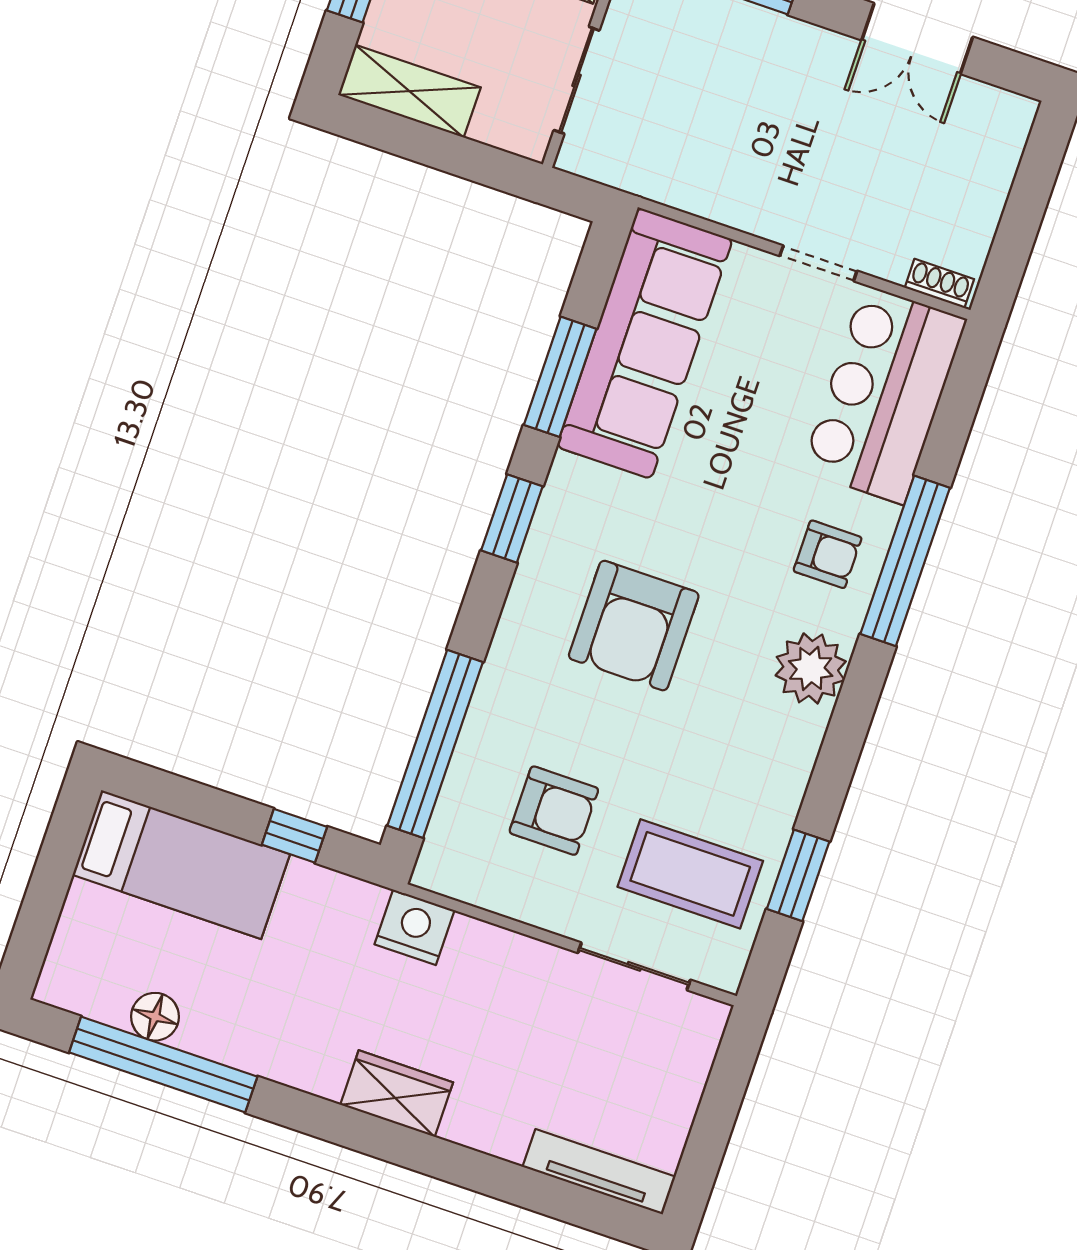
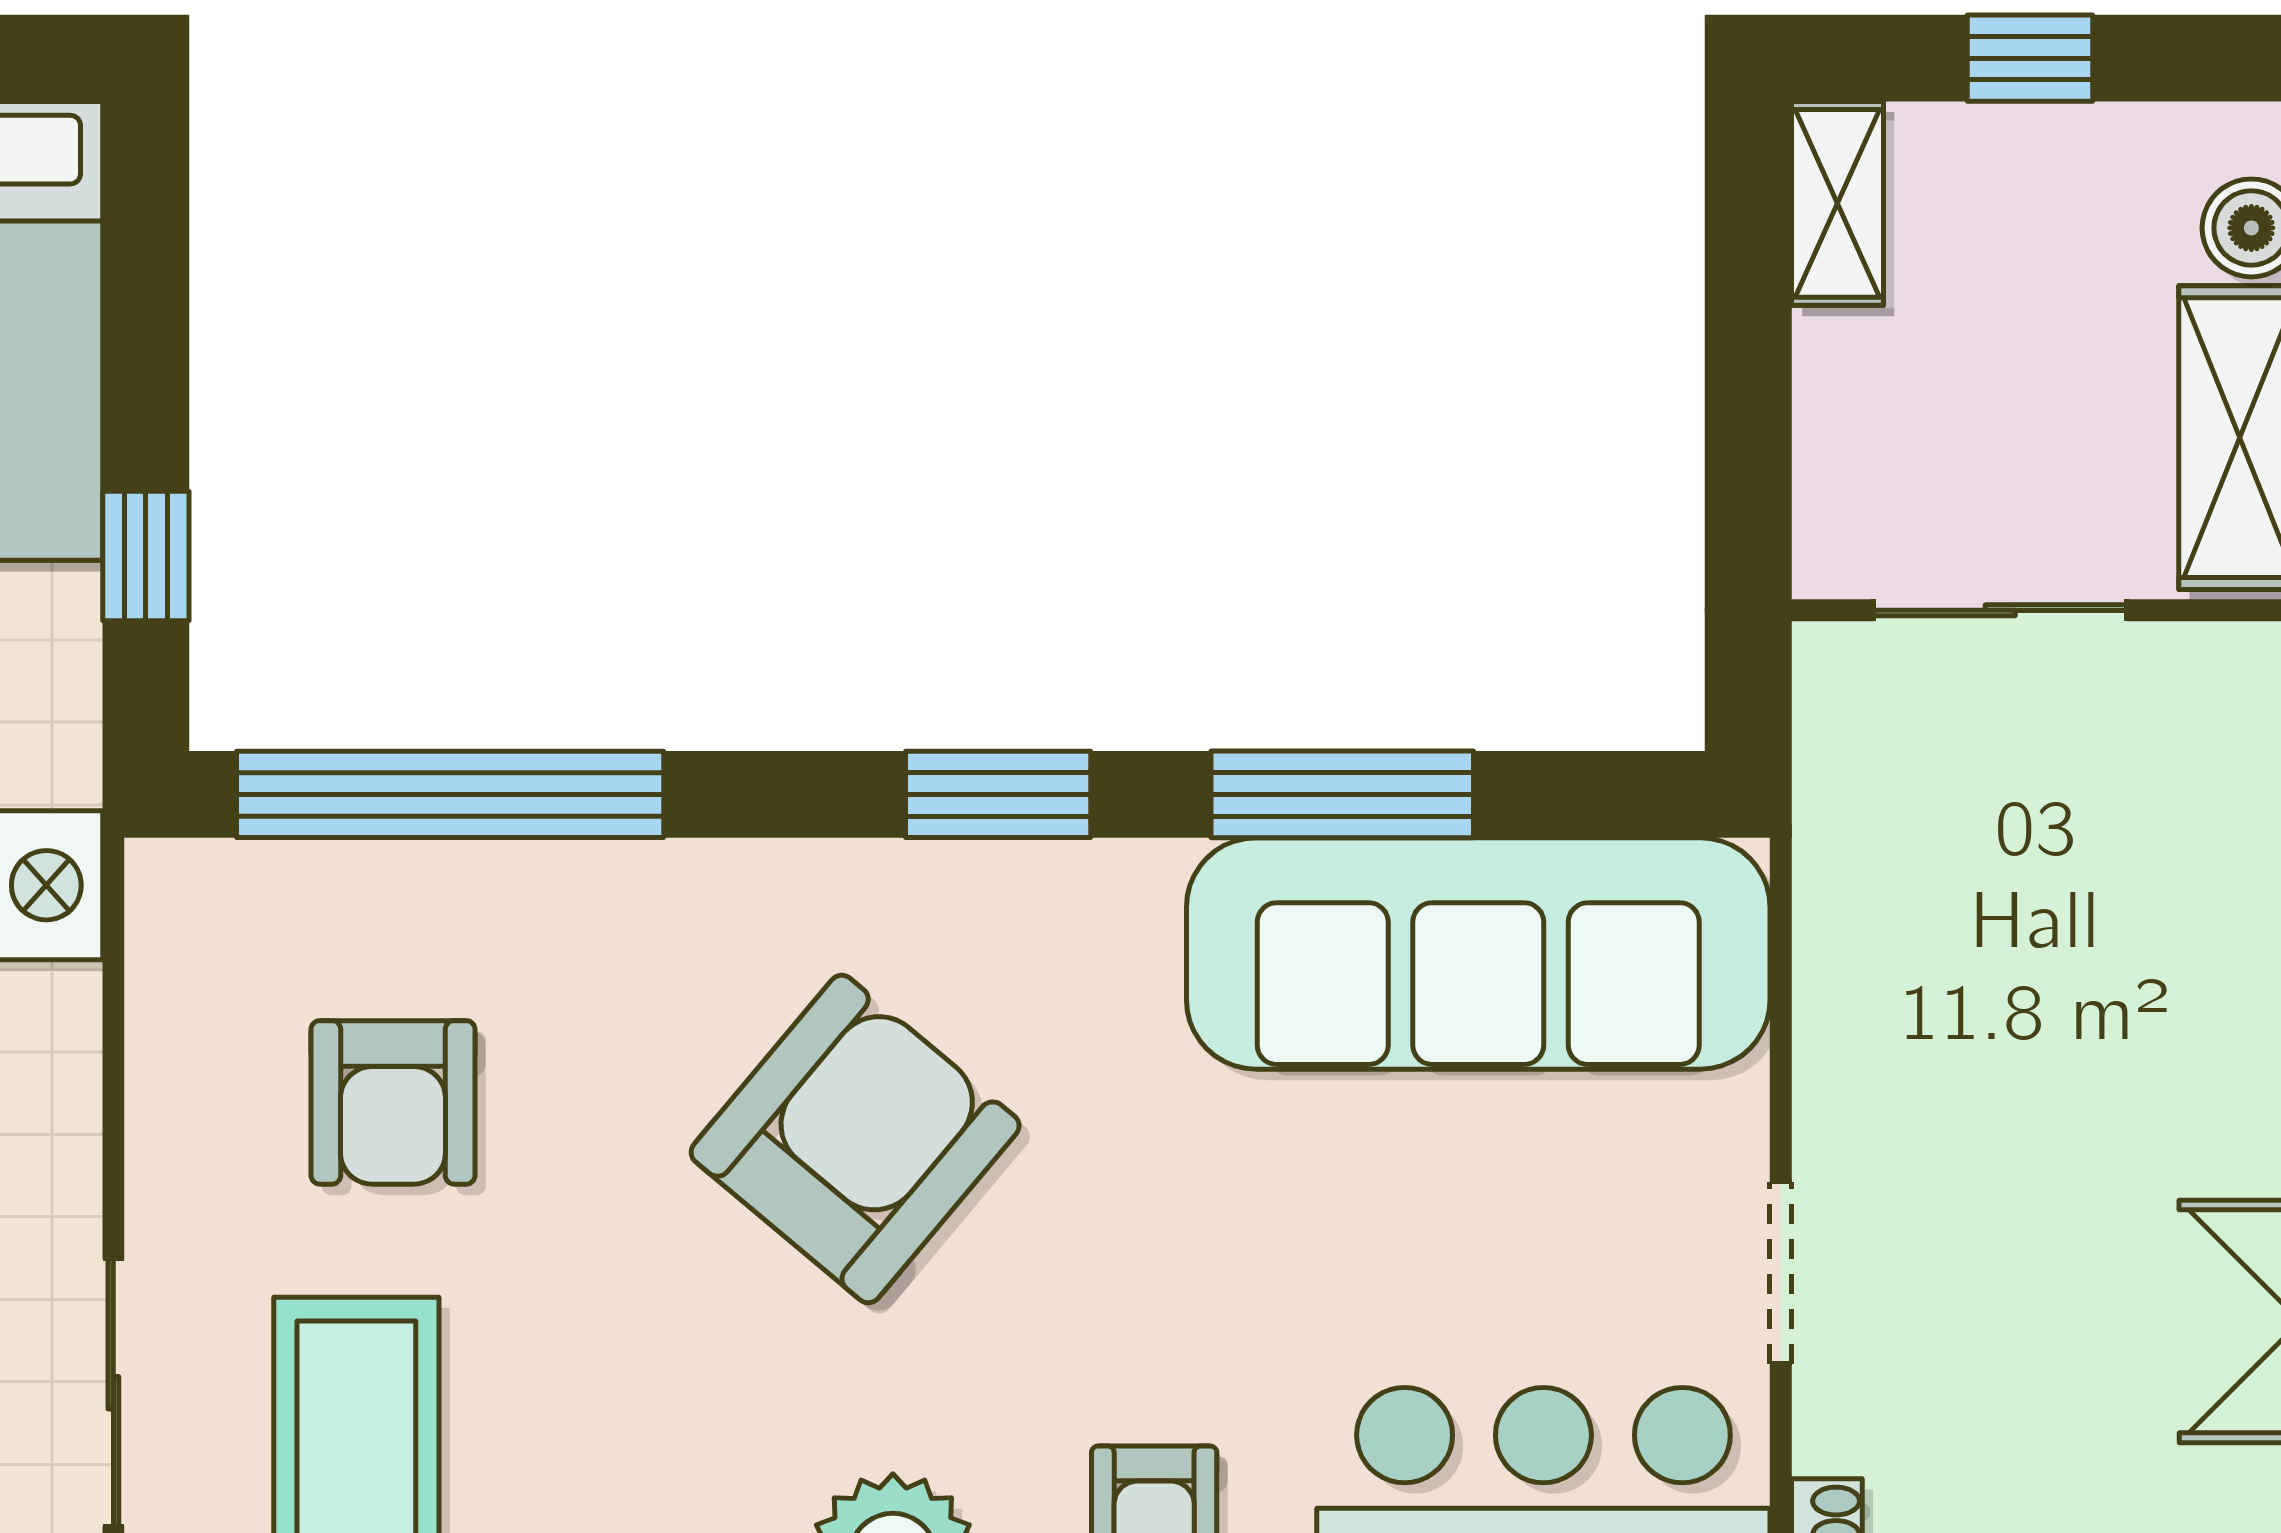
shelving: (409, 91) -> (1837, 203), width x0.67, depth x0.75
armchair: (634, 626) -> (855, 1139), turned 130

